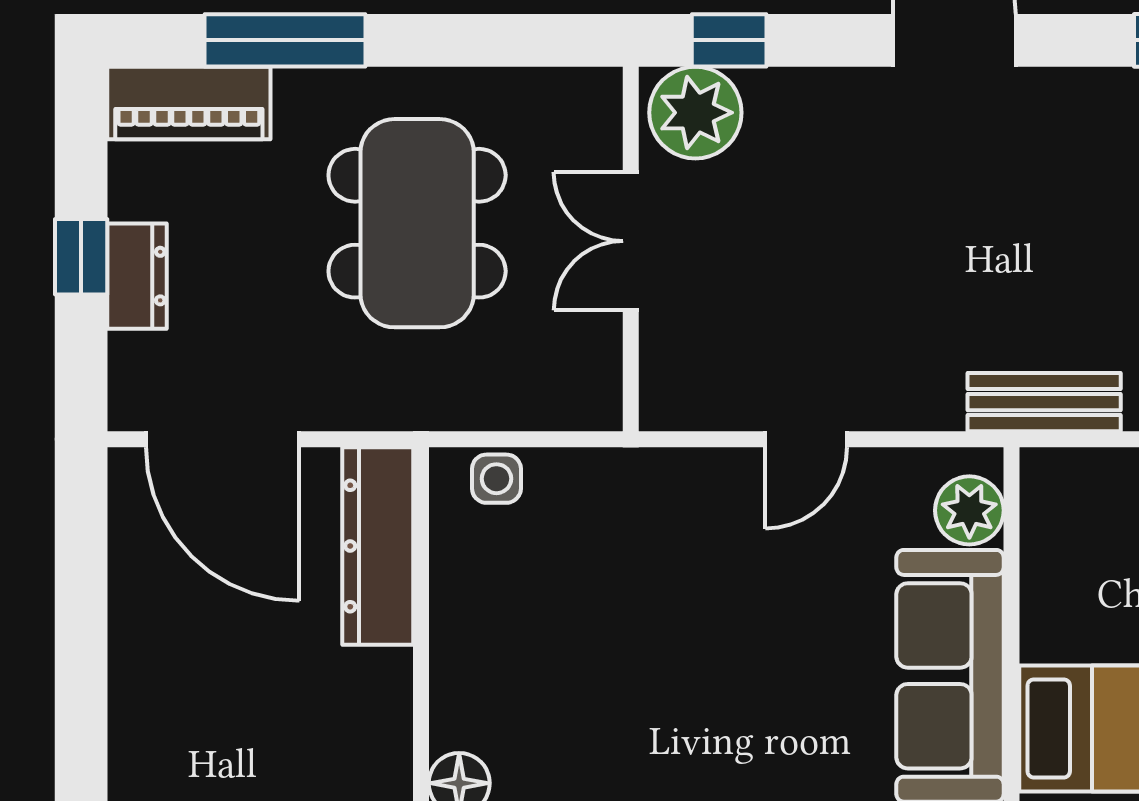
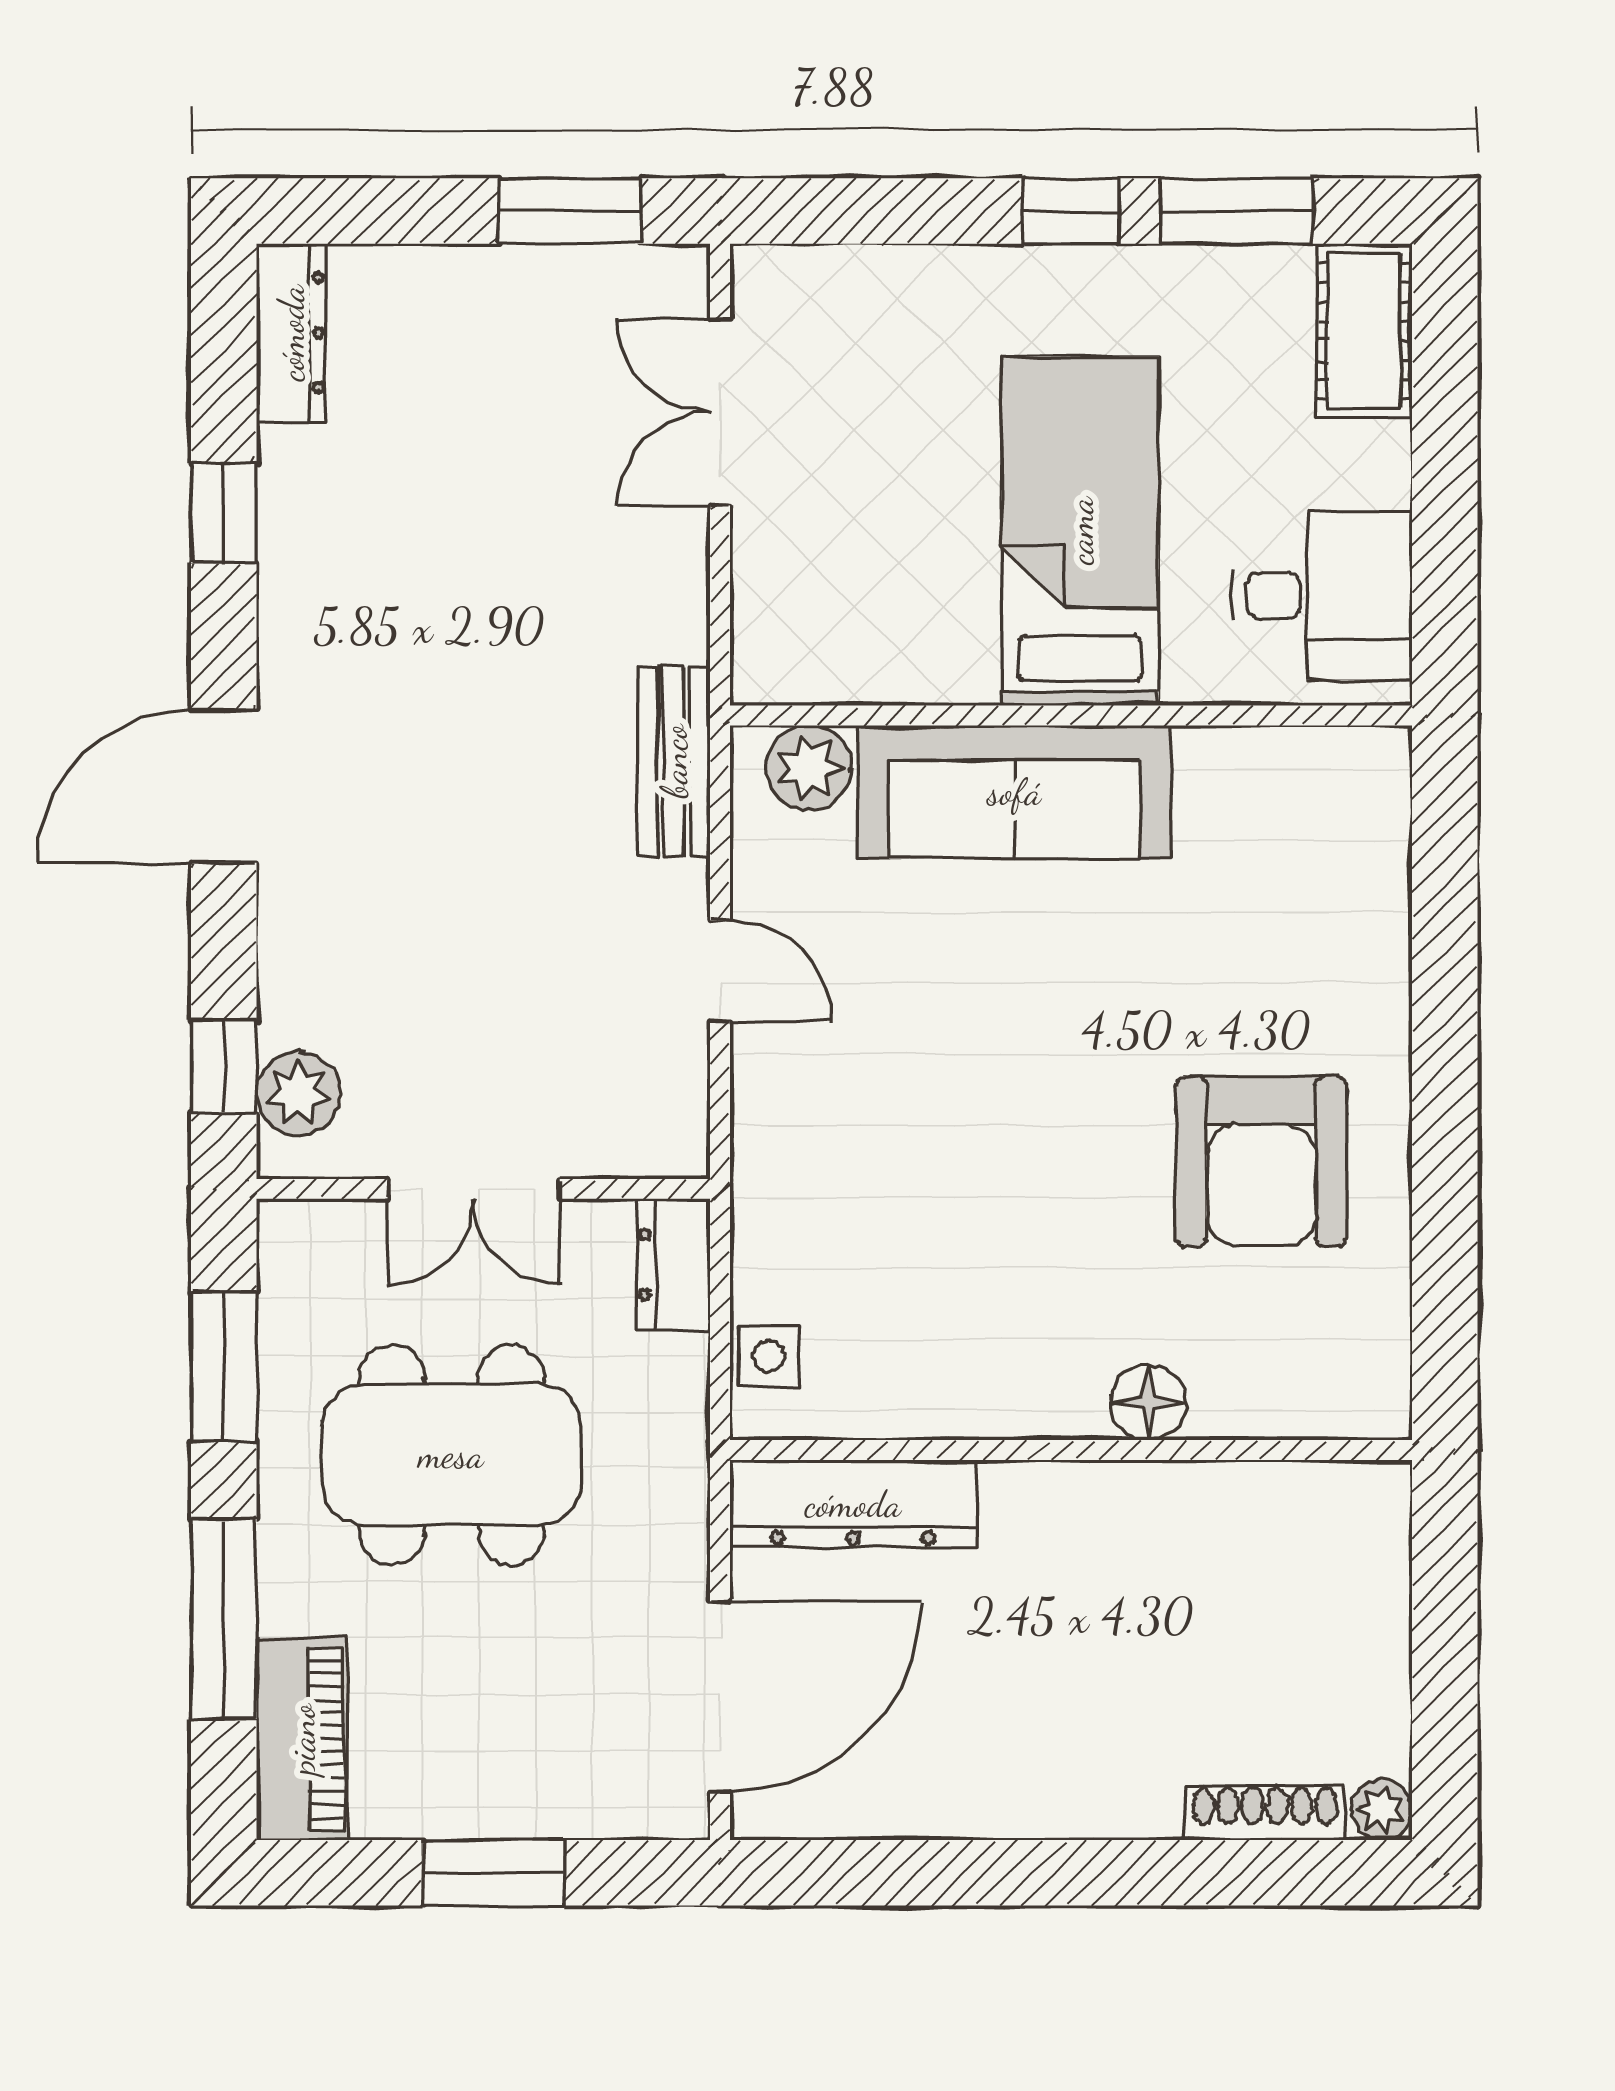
window: (488, 40) -> (224, 1367), added
plant: (695, 113) -> (298, 1093), width x0.73, depth x0.73
window: (81, 257) -> (493, 1873), width x1.50
dresser: (137, 276) -> (673, 1264), moved, turned -90
bench: (1044, 402) -> (674, 761), moved

